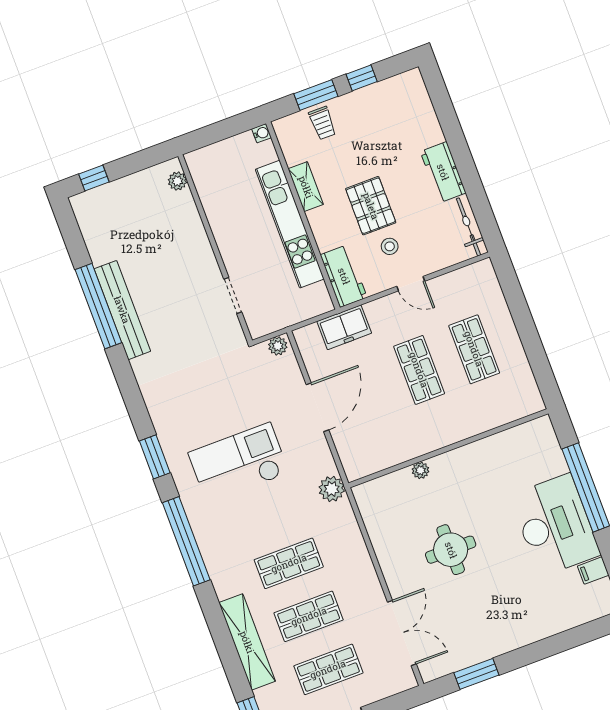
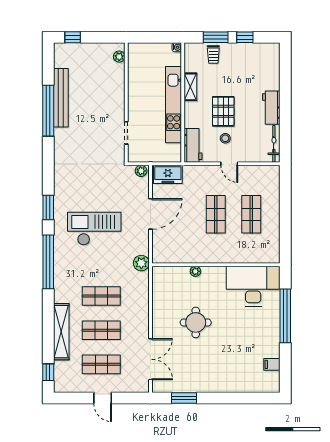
bench: (122, 310) -> (61, 98), moved
freezer: (344, 327) -> (168, 174), moved
desk: (555, 525) -> (253, 286), moved, turned -90

